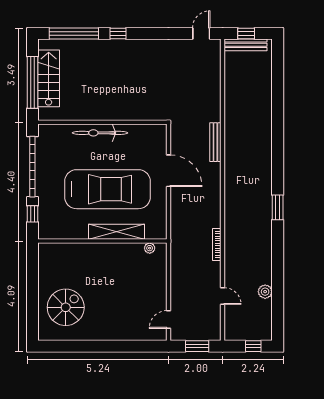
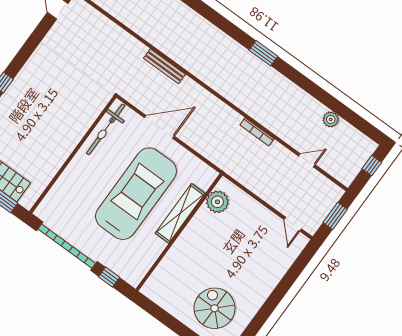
bicycle: (100, 133) -> (106, 129), moved
plant: (150, 248) -> (217, 202), width x1.88, depth x1.88

